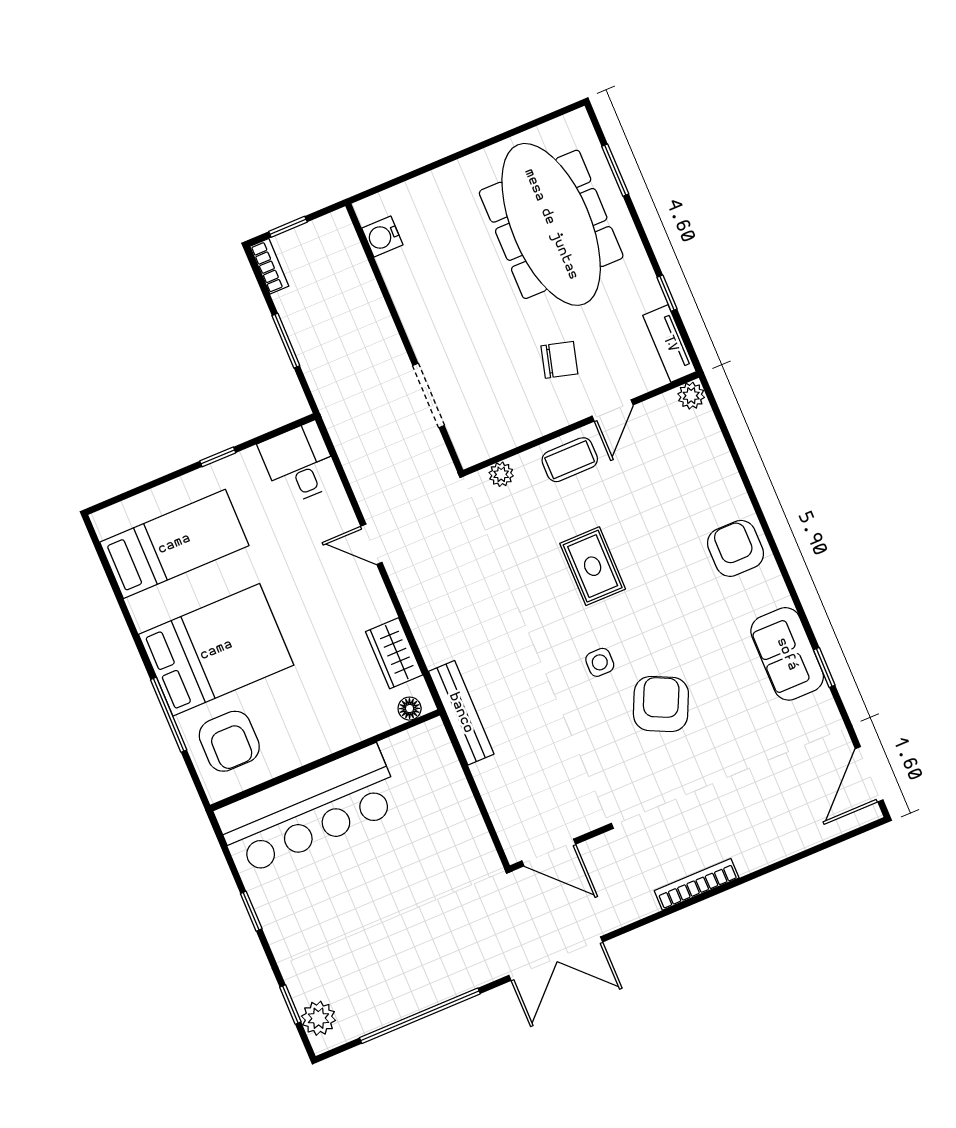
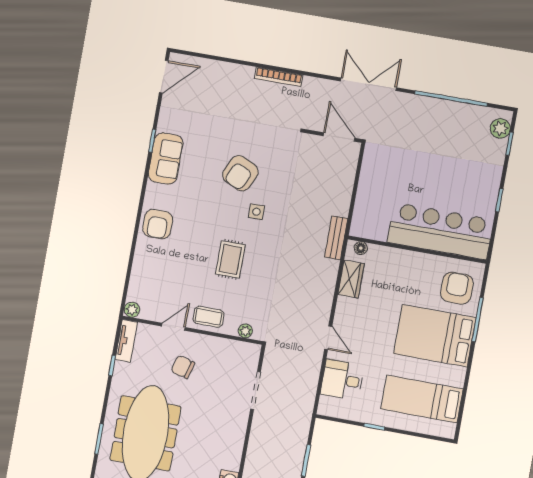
desk: (299, 463) -> (342, 380), moved, turned 90
bench: (461, 713) -> (336, 238), width x0.73

